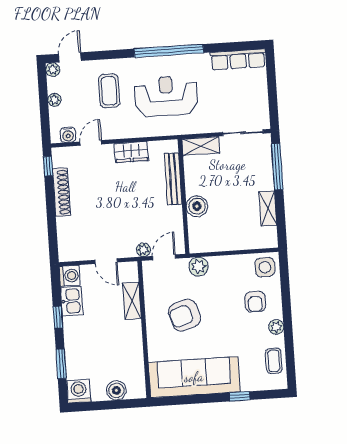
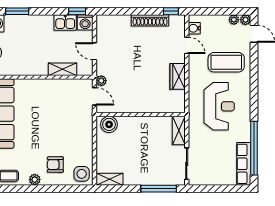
window: (169, 51) -> (254, 148), moved
coffee table: (109, 91) -> (226, 62), width x1.36, depth x1.32
plant: (54, 100) -> (234, 20), moved
bench: (173, 179) -> (155, 107), removed
boiler: (197, 206) -> (109, 124), moved
shelving: (268, 208) -> (109, 179), moved
door: (106, 261) -> (94, 51), hinge flipped
plant: (199, 267) -> (85, 123), removed
armchair: (184, 315) -> (49, 109), removed
window: (58, 317) -> (77, 11), moved

